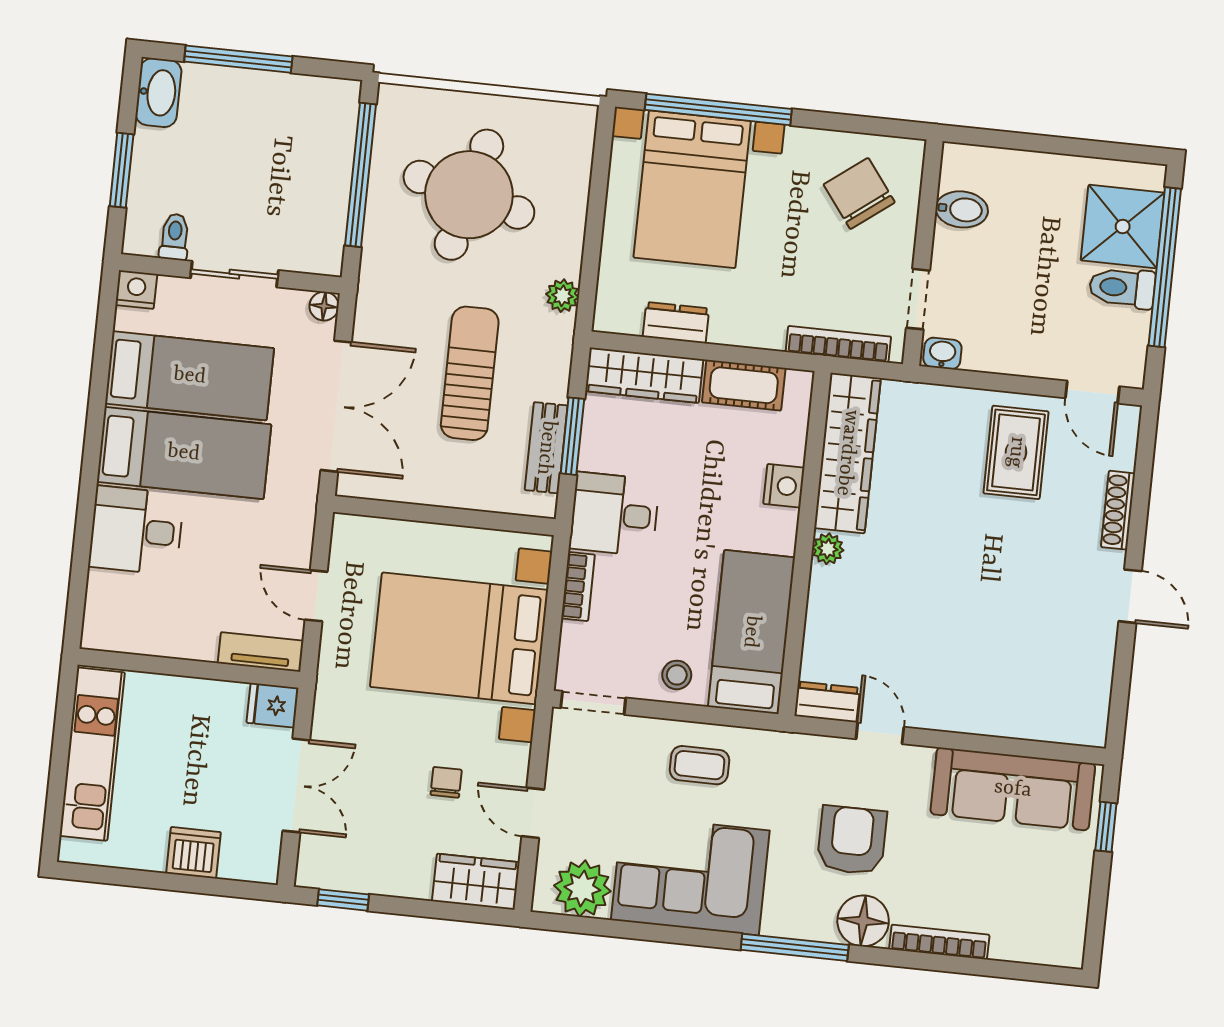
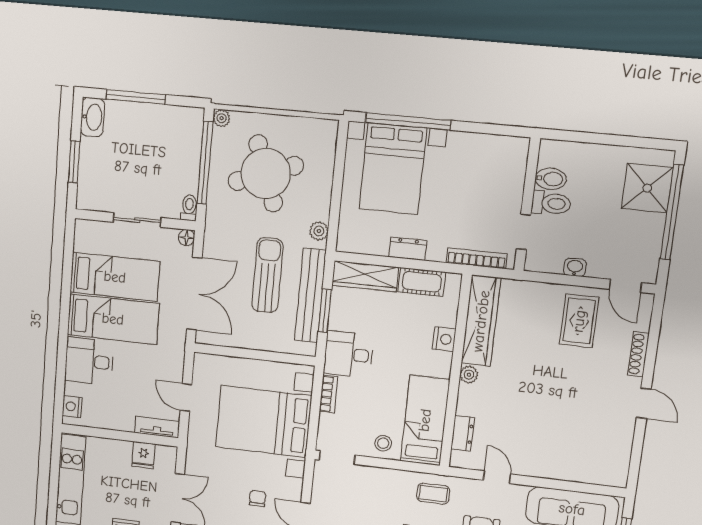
plant: (392, 98) -> (222, 118), added
chair: (859, 193) -> (490, 170), removed
round table: (469, 195) -> (266, 173), turned -34
toilet: (175, 237) -> (189, 208), moved
toilet: (1122, 288) -> (551, 203), moved, turned 180
nightstand: (136, 290) -> (72, 407), moved, turned -90
dresser: (676, 323) -> (408, 249), moved
washbasin: (942, 353) -> (575, 267), moved
bench: (546, 448) -> (310, 295), width x1.86, depth x1.21
dresser: (827, 702) -> (463, 433), moved, turned 90
fridge: (273, 705) -> (143, 455), moved, turned -90
coffee table: (699, 765) -> (433, 494), moved

